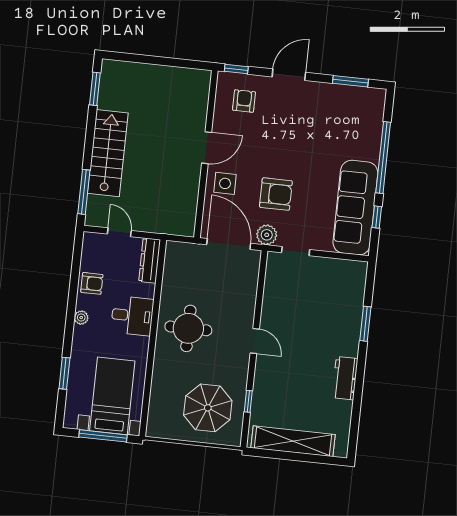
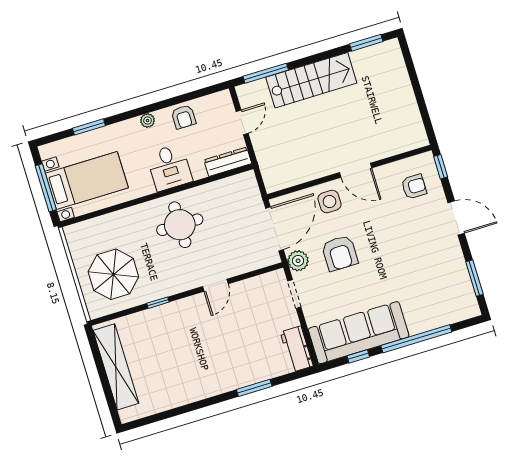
door: (255, 341) -> (215, 285), moved
workbench: (345, 378) -> (297, 349), moved, turned -90
window: (248, 401) -> (158, 303), moved

